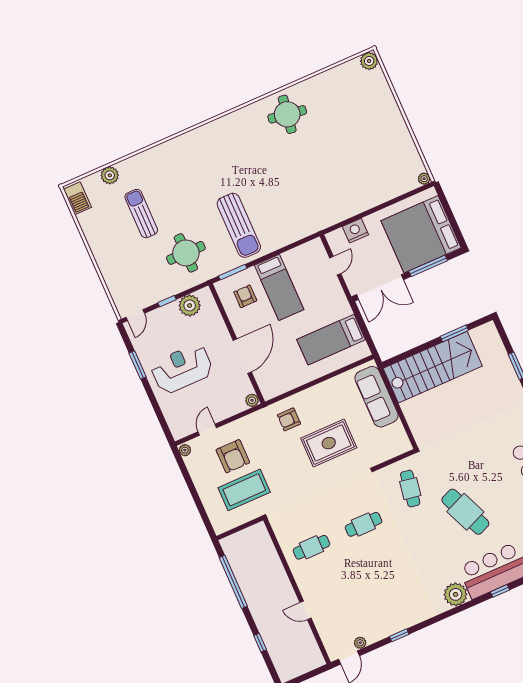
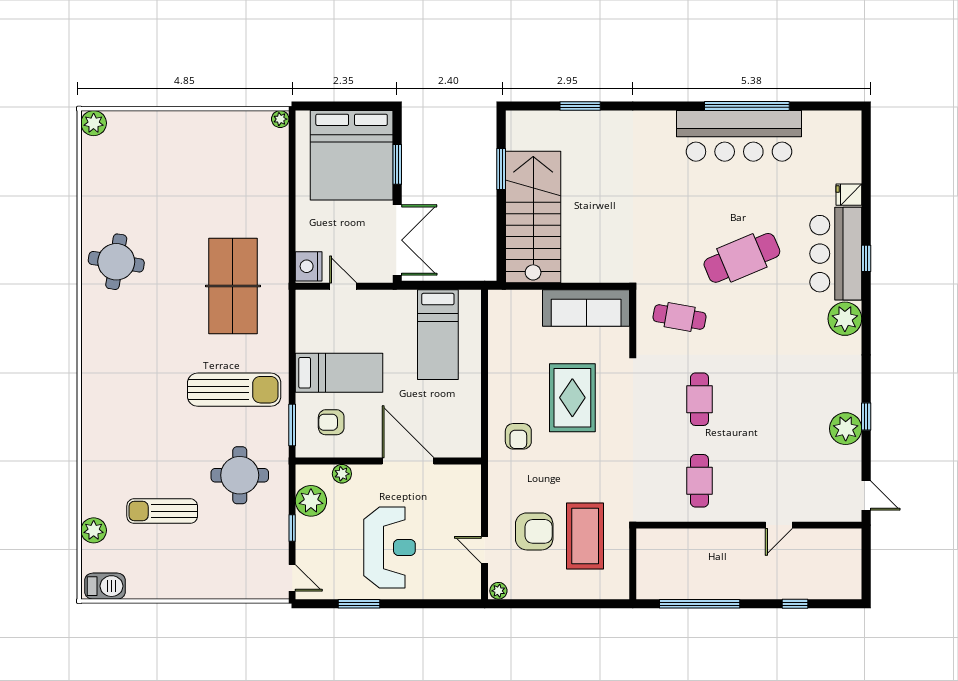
table tennis table: (305, 195) -> (233, 286), added
nightstand: (355, 231) -> (309, 266), moved
window: (428, 266) -> (397, 164), width x0.69
reception desk: (182, 369) -> (390, 547), turned 180
sofa: (377, 397) -> (586, 308), moved
plant: (252, 400) -> (342, 474), moved
plant: (360, 643) -> (846, 429), moved, width x1.87, depth x1.87

